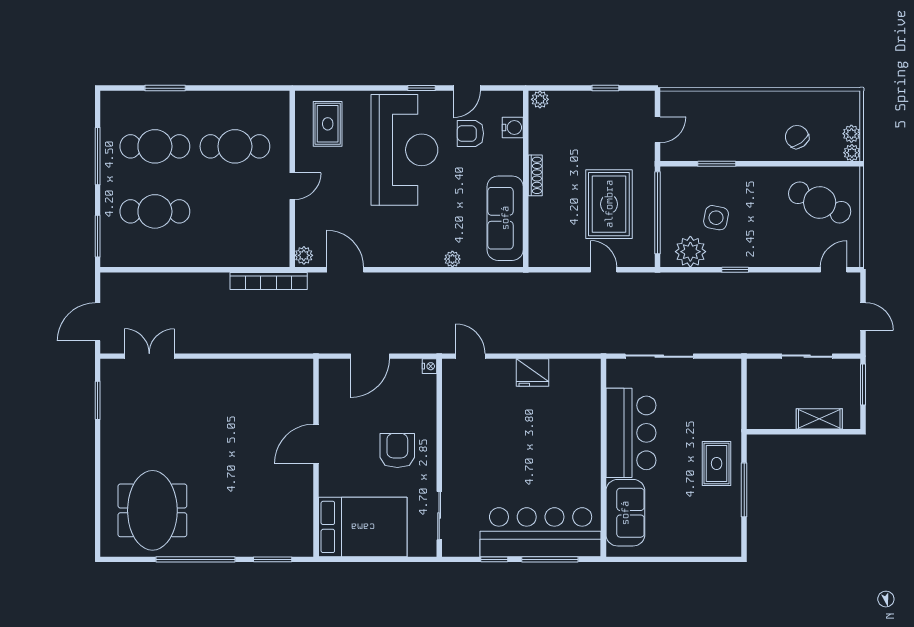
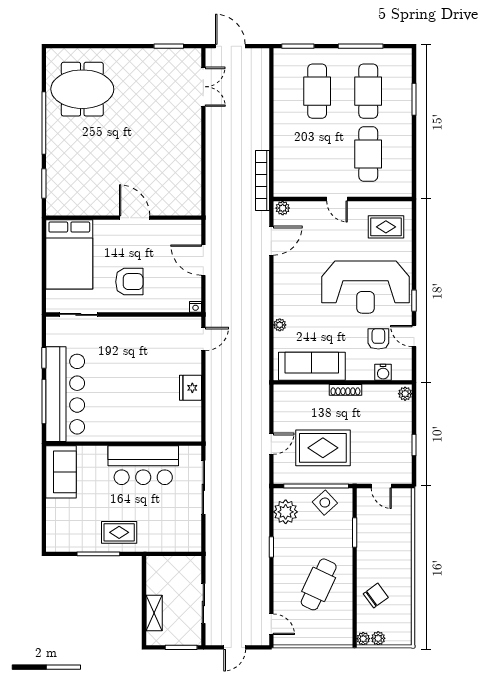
cafe table: (820, 202) -> (319, 584), moved
side table: (716, 218) -> (325, 503), moved, turned 37
sofa: (625, 513) -> (61, 472), moved, turned -90

